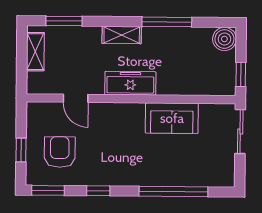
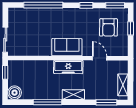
sofa: (172, 118) -> (67, 47), moved

